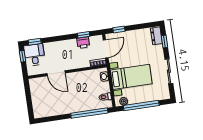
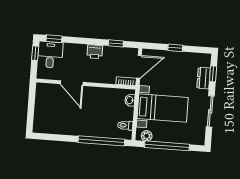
window: (119, 30) -> (175, 48), moved
dresser: (156, 36) -> (204, 78), moved
printer: (83, 43) -> (95, 52), moved

